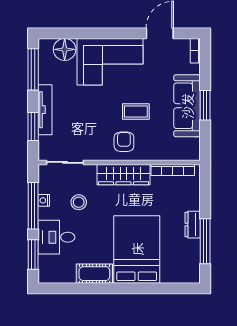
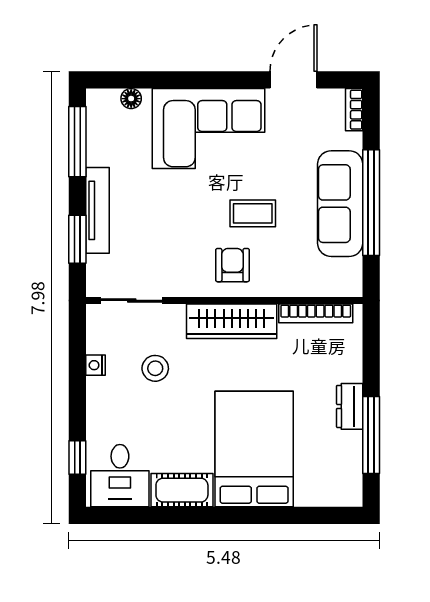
floor lamp: (65, 49) -> (131, 99), width x0.53, depth x0.53
window: (205, 105) -> (371, 203), width x2.11
window: (33, 206) -> (77, 374), removed
desk: (56, 237) -> (120, 476), moved, turned -90
window: (33, 254) -> (77, 457), width x0.67

